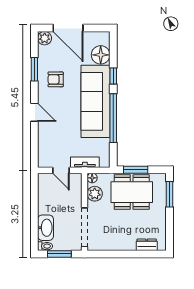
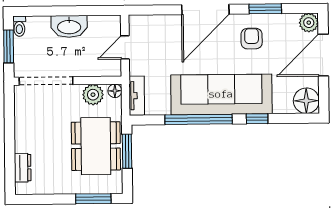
floor lamp: (101, 55) -> (306, 101), moved
door: (34, 112) -> (205, 9), width x1.87
tv unit: (85, 162) -> (137, 96), moved
washbasin: (46, 228) -> (69, 26), moved

